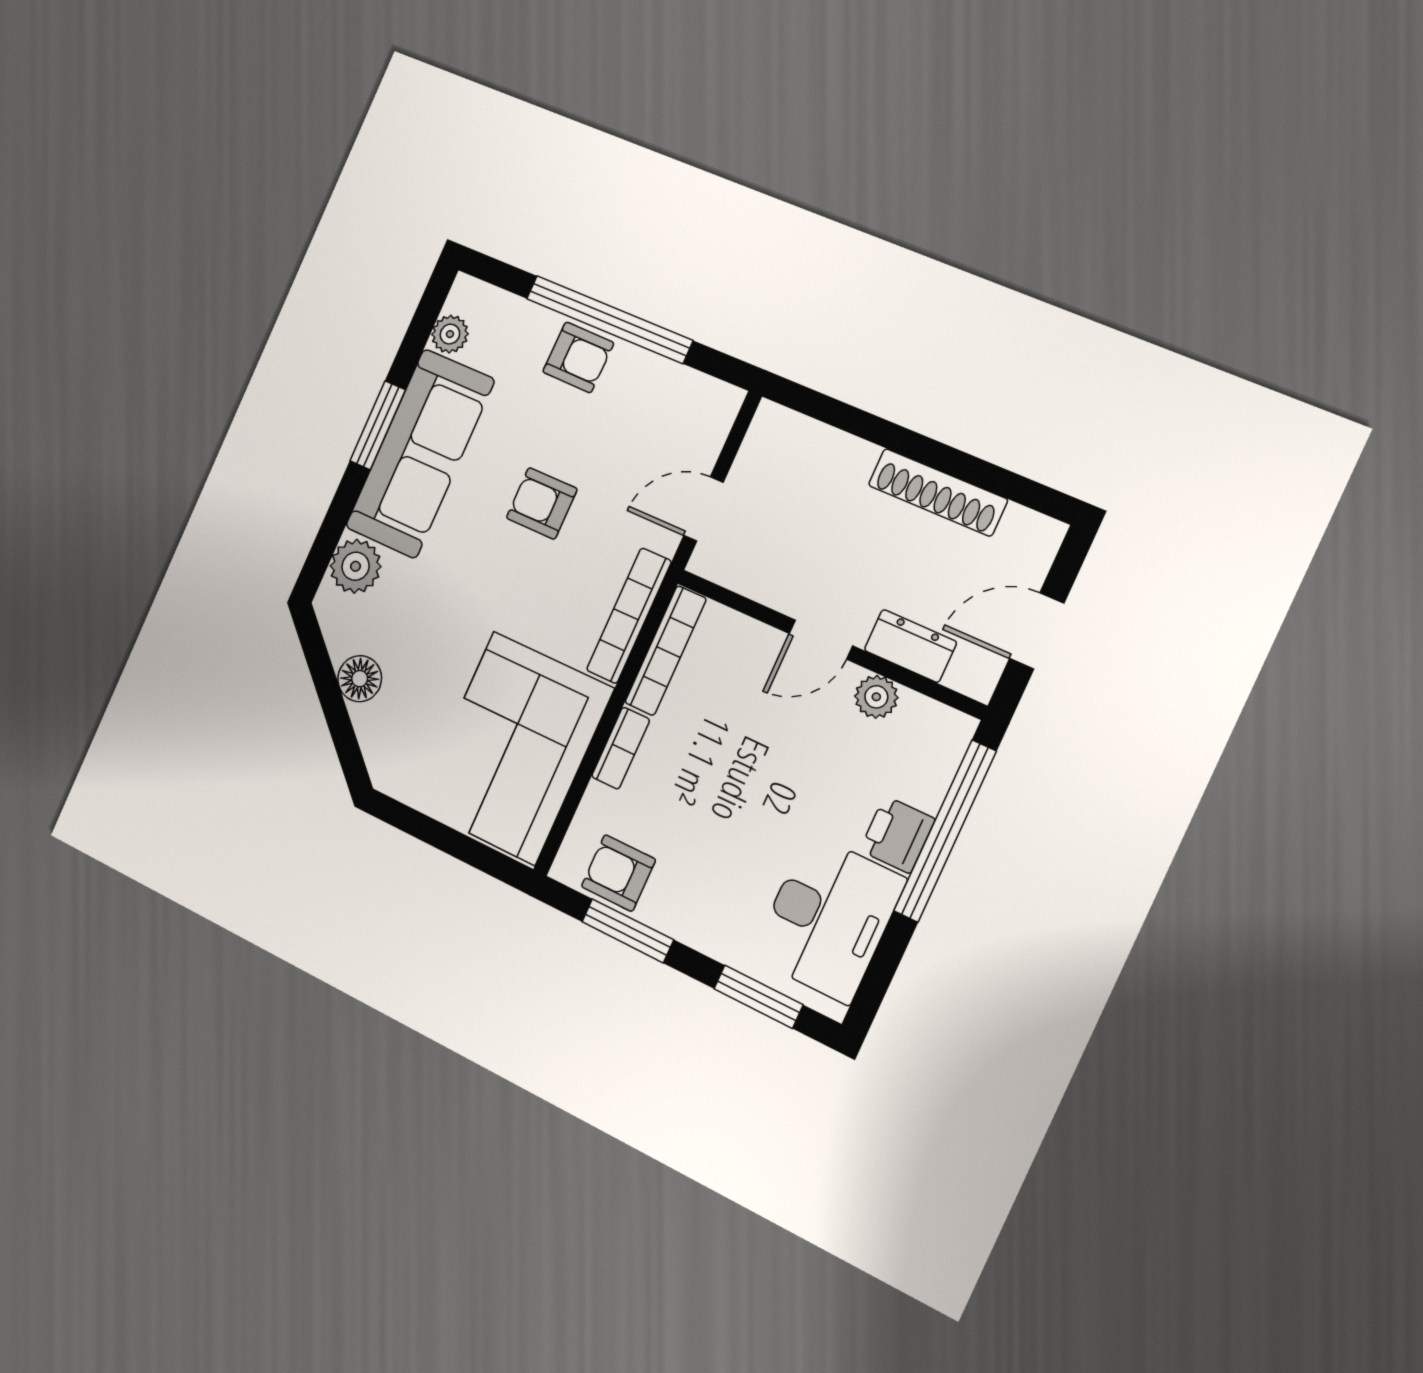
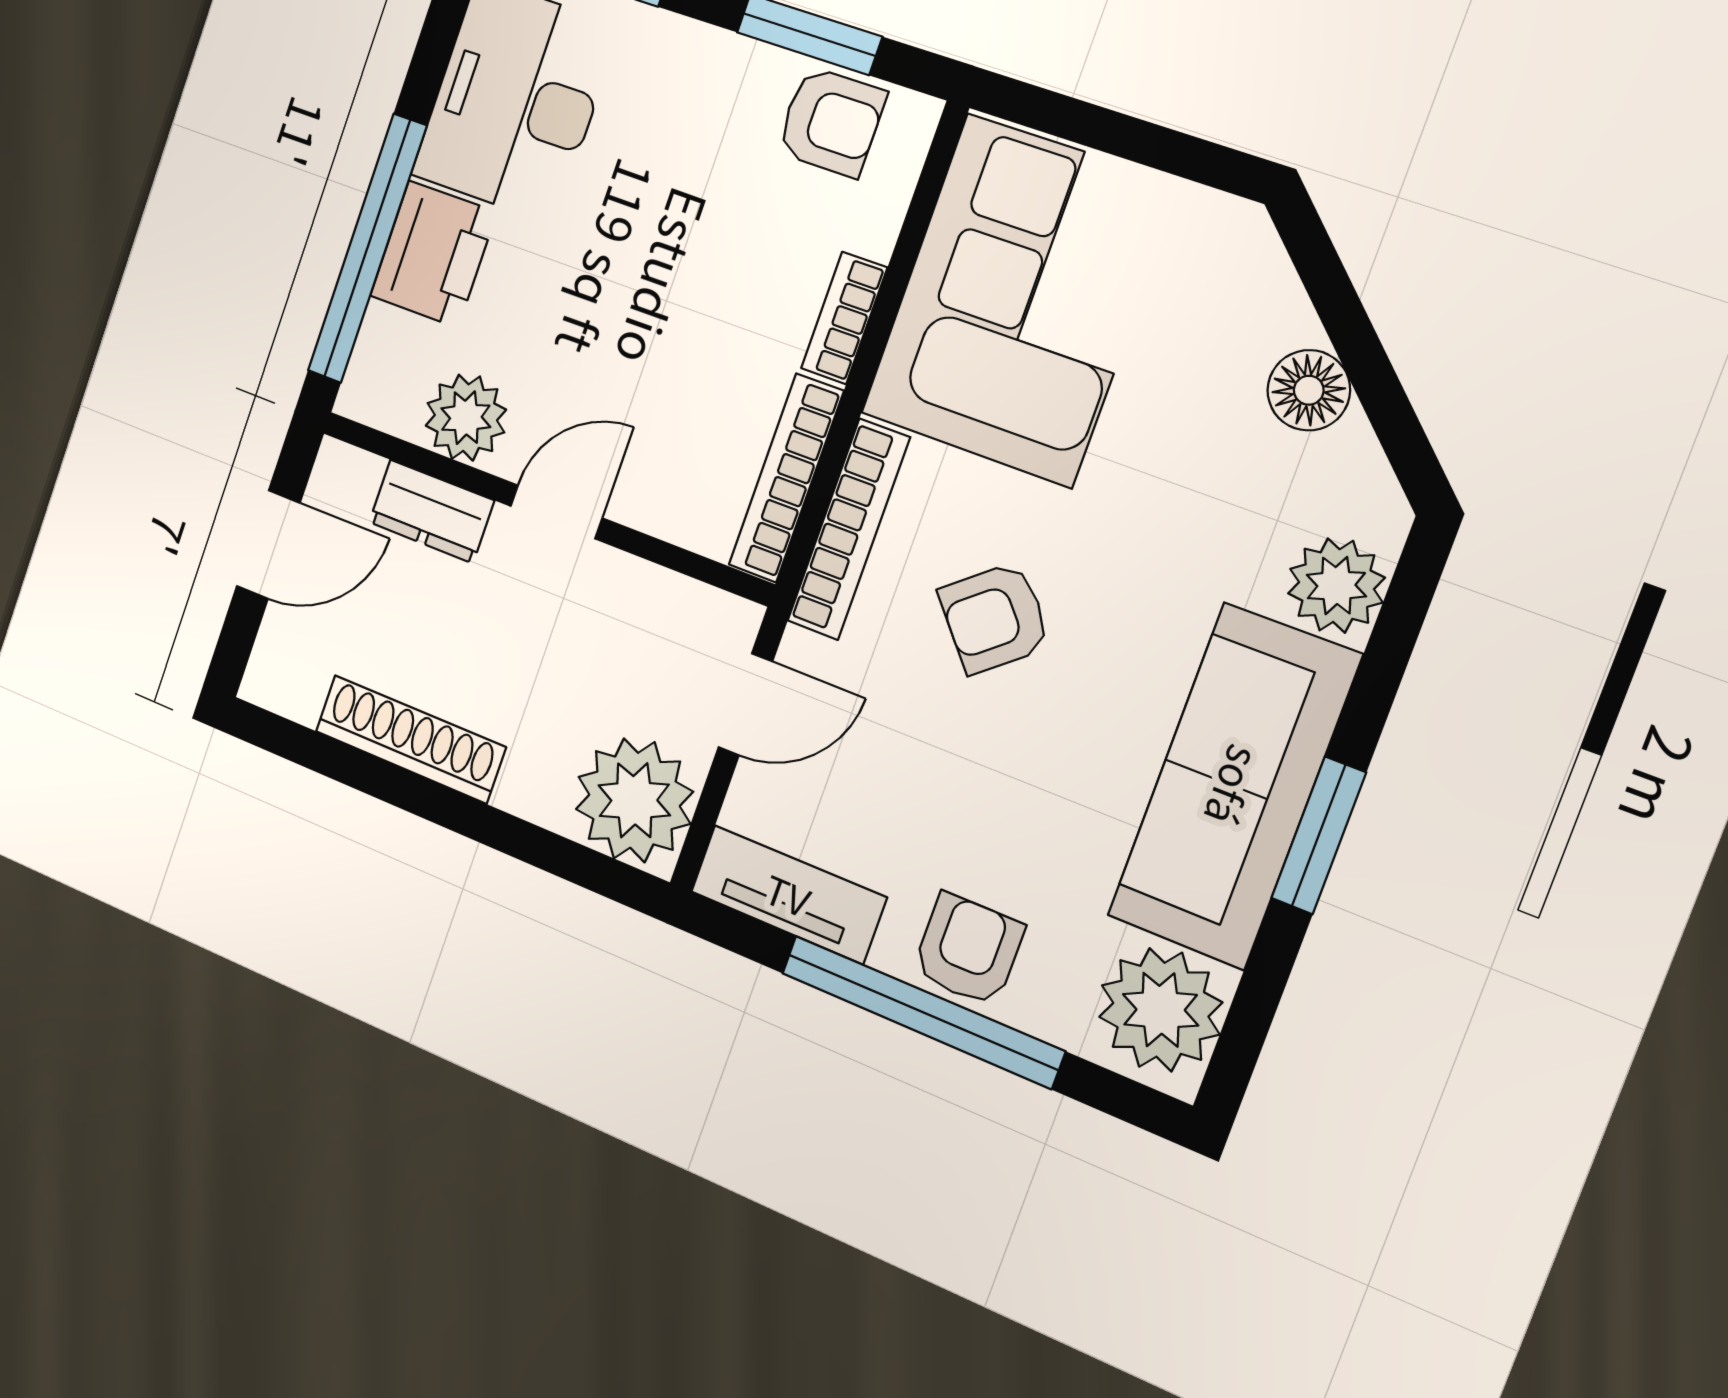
plant: (450, 334) -> (1161, 1010), width x1.88, depth x1.88
armchair: (578, 357) -> (968, 950), turned 89
tv unit: (686, 390) -> (788, 894), added
plant: (782, 449) -> (634, 800), added
armchair: (542, 503) -> (995, 618), moved, turned 140
plant: (876, 697) -> (466, 418), width x1.38, depth x1.38
printer: (897, 835) -> (433, 254), width x1.36, depth x1.24

